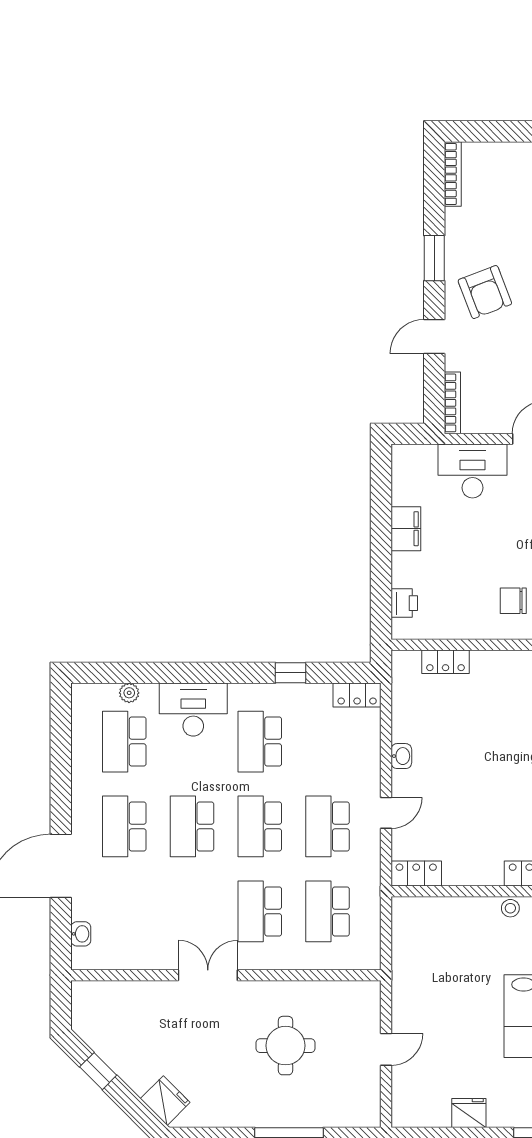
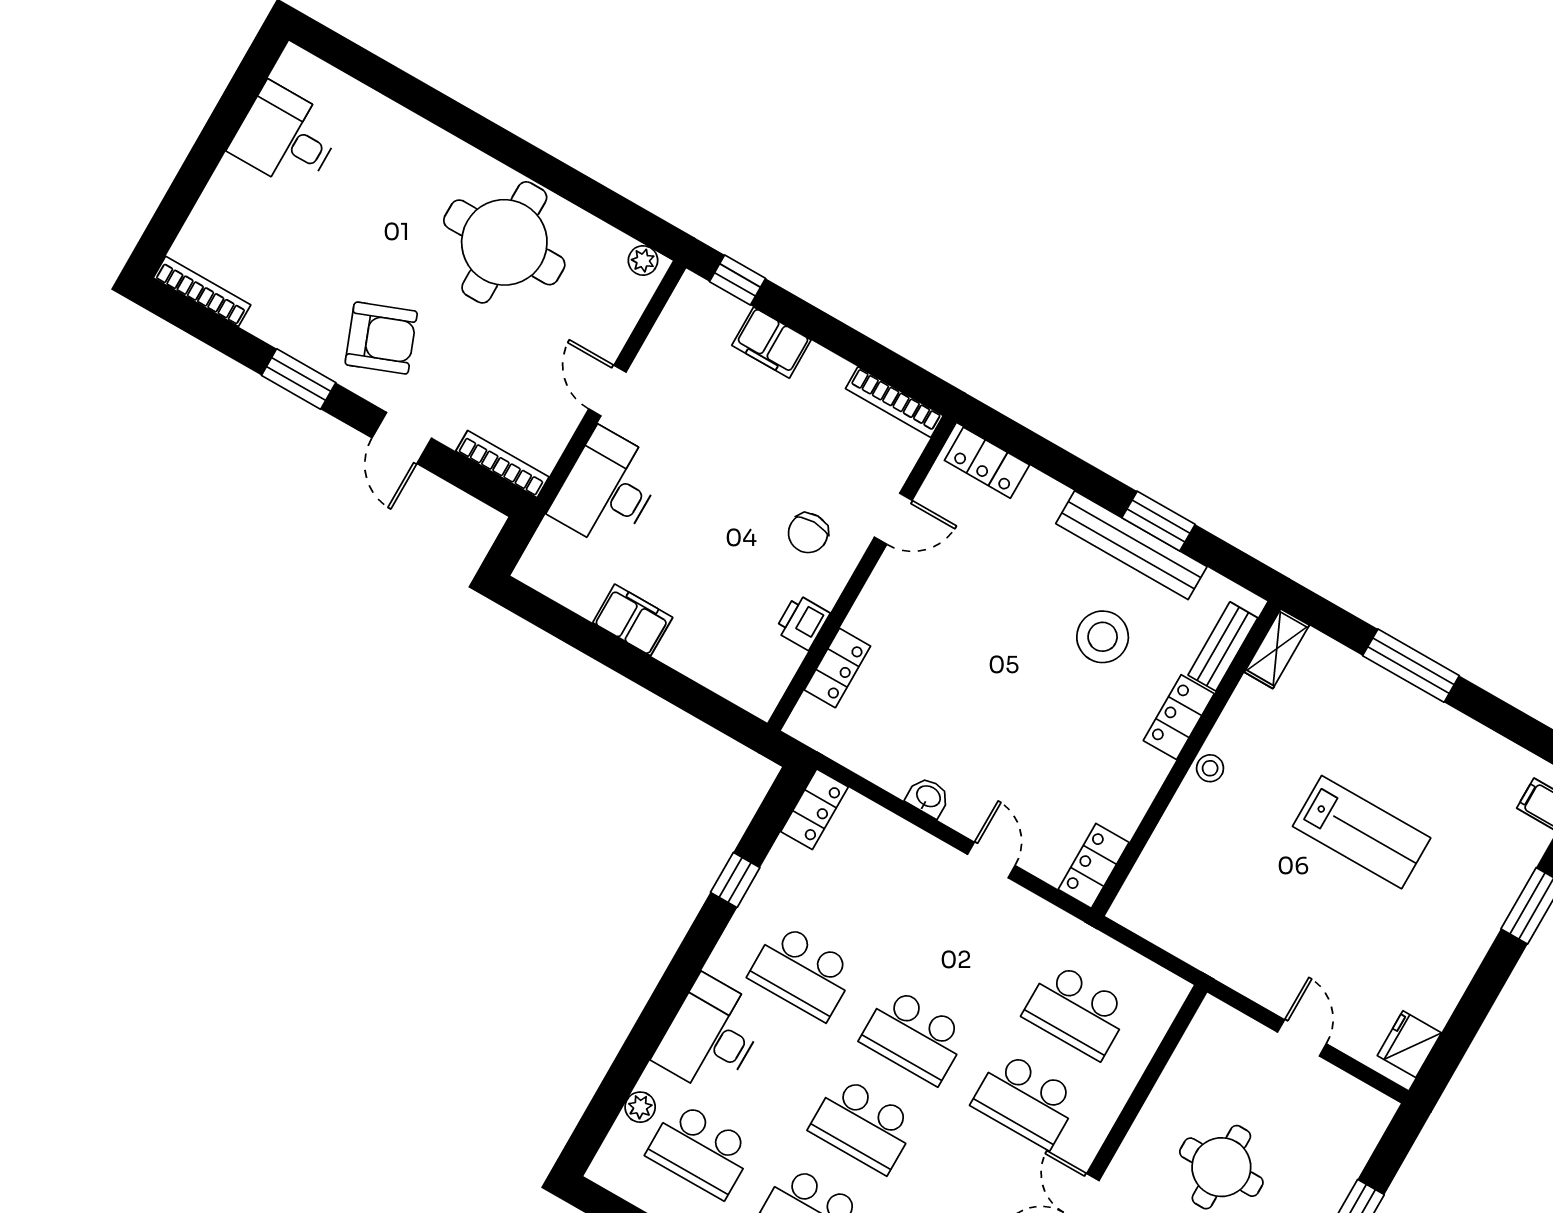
printer: (404, 603) -> (802, 622), moved, turned -90
school desk: (328, 826) -> (965, 947), removed
fridge: (469, 1113) -> (1409, 1044), moved

